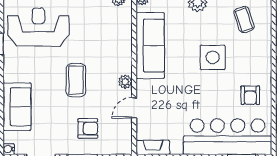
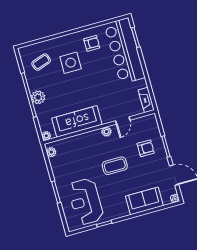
side table: (213, 57) -> (71, 63), moved
door: (134, 108) -> (123, 120), hinge flipped
armchair: (88, 128) -> (146, 148), turned 90

